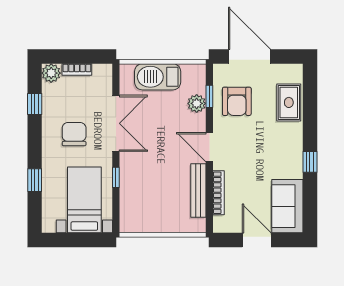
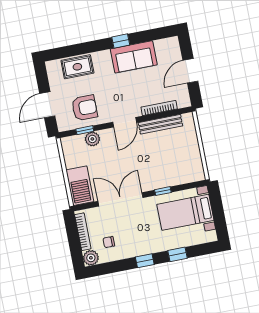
door: (249, 56) -> (47, 105), width x0.73
bookcase: (77, 69) -> (83, 232), width x1.56
barbecue: (158, 77) -> (80, 186), moved
window: (35, 104) -> (145, 261), moved
chair: (74, 134) -> (109, 242), moved, width x0.54, depth x0.54
sofa: (287, 206) -> (134, 57), moved

